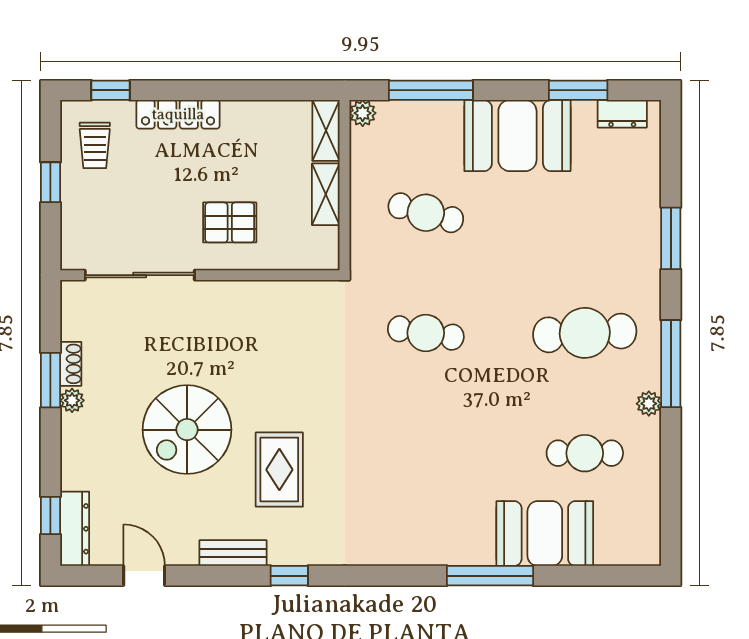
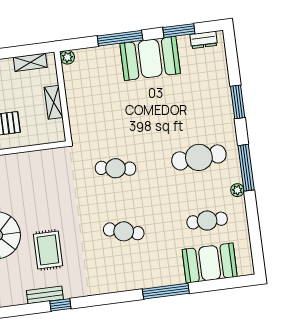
window: (431, 90) -> (120, 38), moved
shelving: (326, 130) -> (30, 62), moved, turned 90
cafe table: (426, 213) -> (124, 231), moved
booth: (545, 534) -> (210, 263), moved
bench: (233, 553) -> (45, 295), moved

